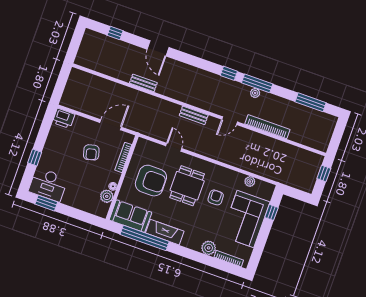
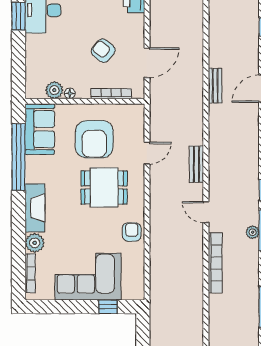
door: (111, 125) -> (147, 63), hinge flipped
armchair: (91, 152) -> (103, 51), turned 54
plant: (250, 181) -> (138, 265), removed
armchair: (216, 197) -> (132, 232), moved, turned -89
fireplace: (165, 232) -> (35, 208), moved

